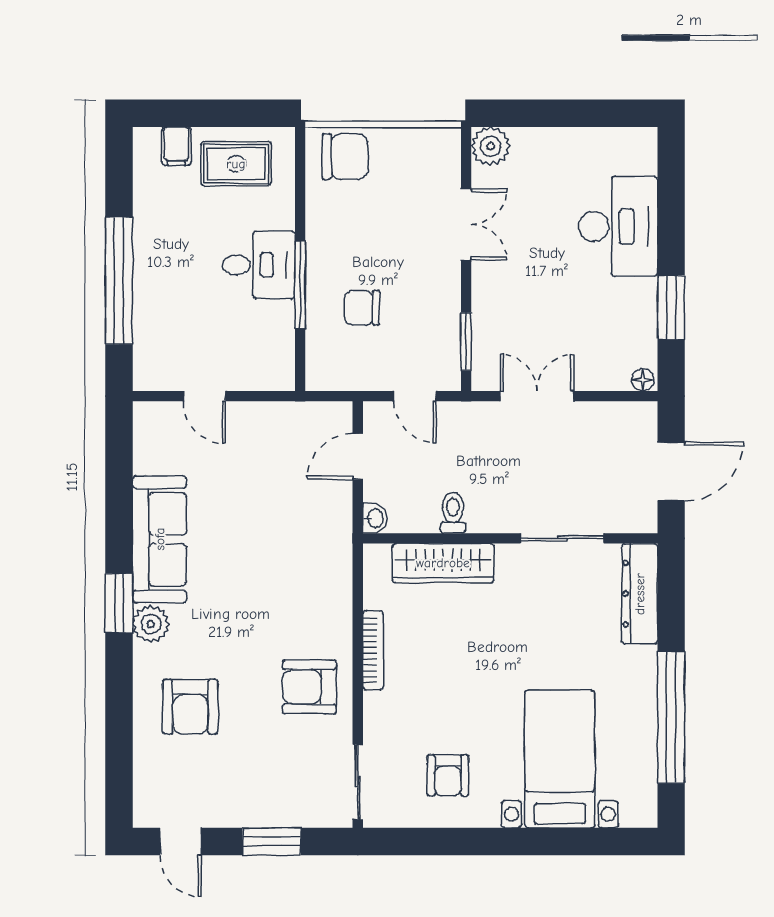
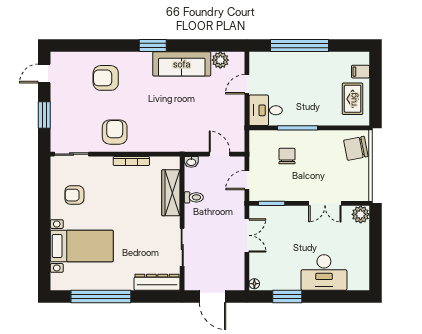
chair: (345, 157) -> (356, 148), turned 79
desk: (259, 265) -> (266, 110), moved, turned 90
plant: (151, 624) -> (220, 60), moved

